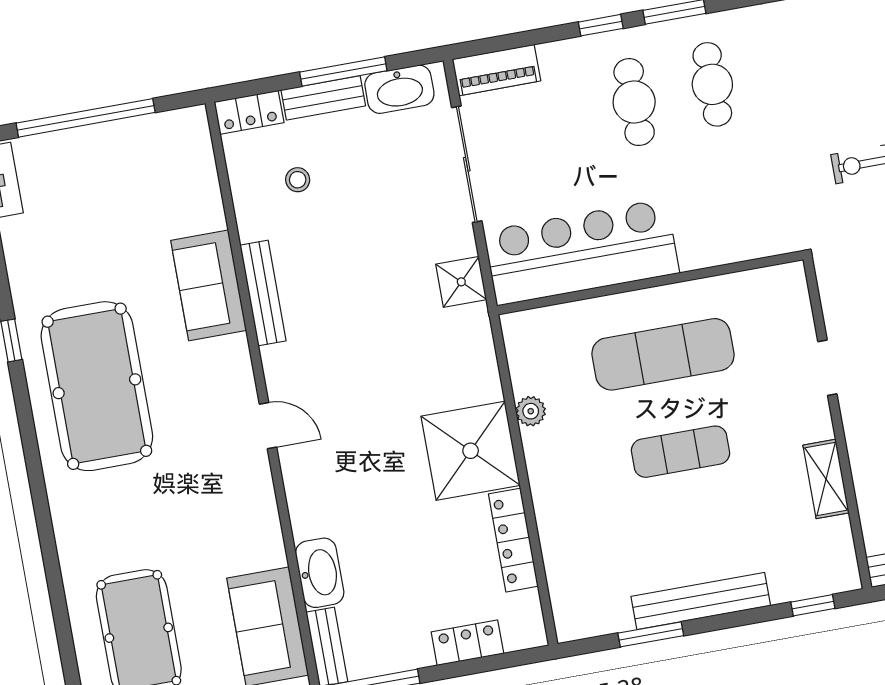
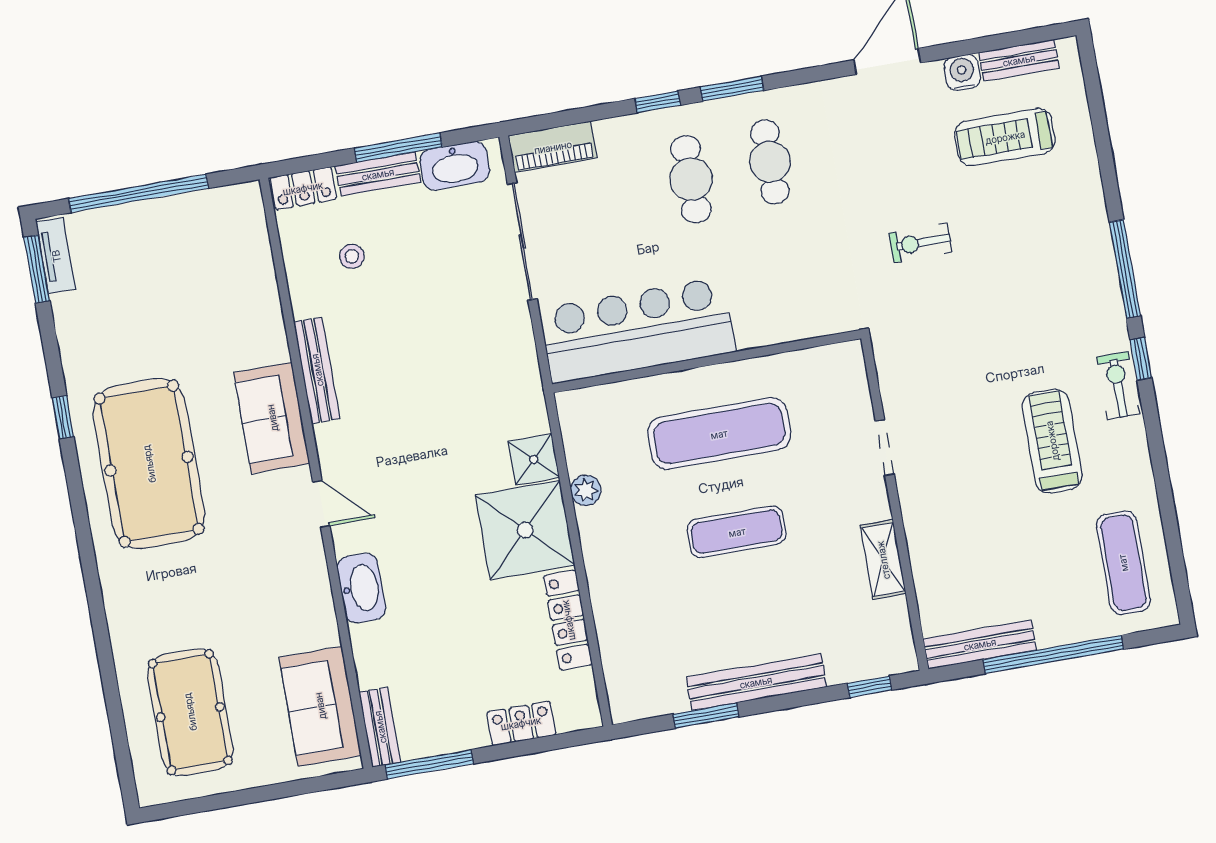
shower: (461, 282) -> (534, 459), moved
sofa: (209, 285) -> (272, 418), moved
washbasin: (320, 573) -> (361, 588), moved

